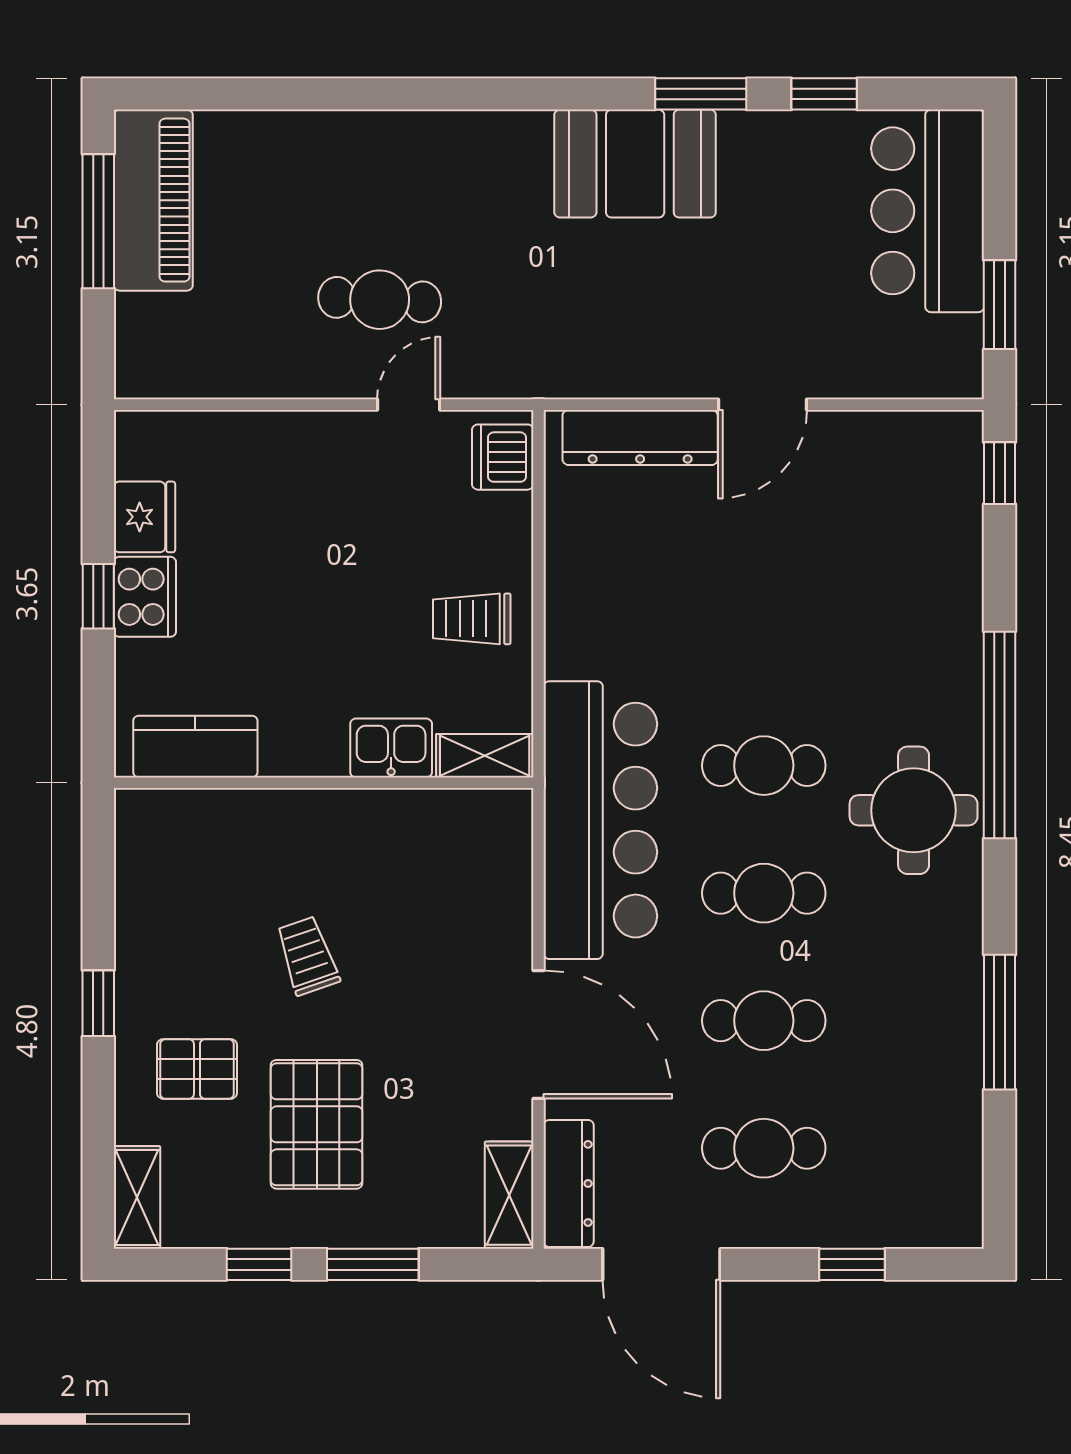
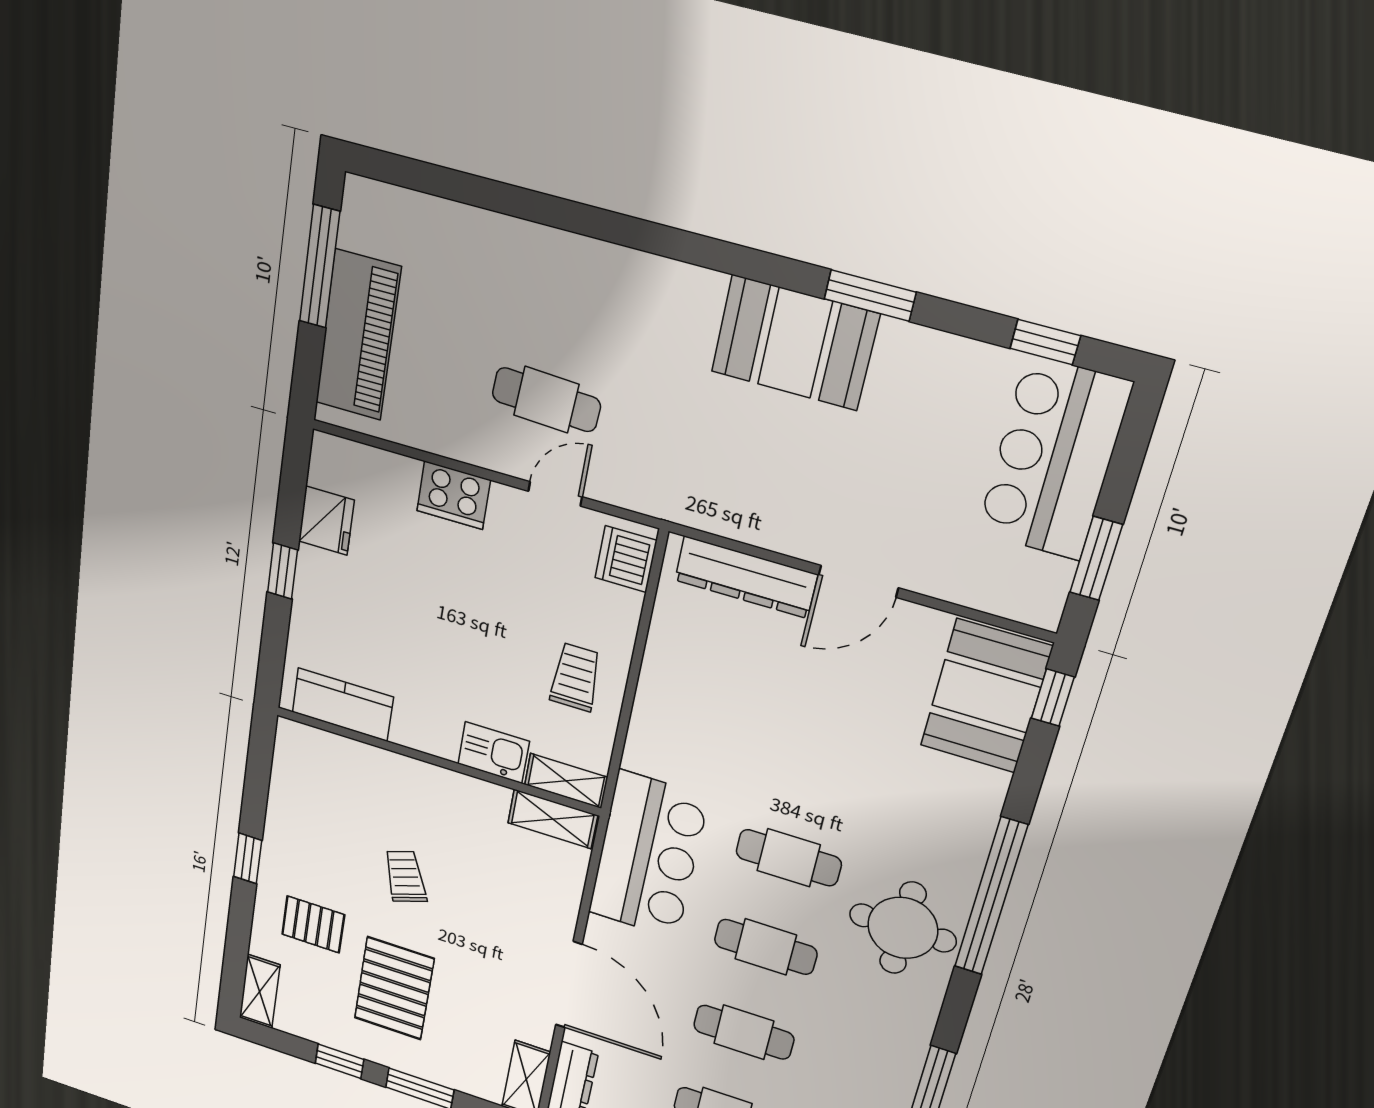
window: (824, 94) -> (1045, 342), moved
piano: (153, 200) -> (358, 335), moved
booth: (930, 494) -> (986, 696), added
cooker: (145, 597) -> (454, 495), moved, turned 90
trolley: (472, 619) -> (576, 677), turned 90
shelving: (478, 812) -> (553, 819), added
bar counter: (600, 820) -> (648, 855), width x0.73

